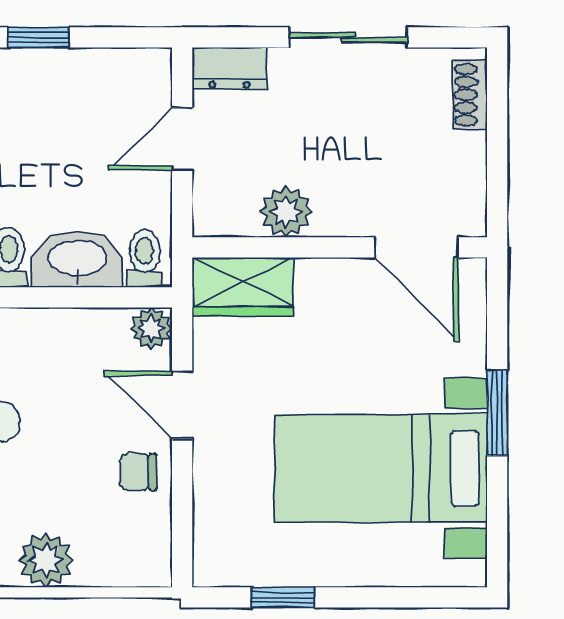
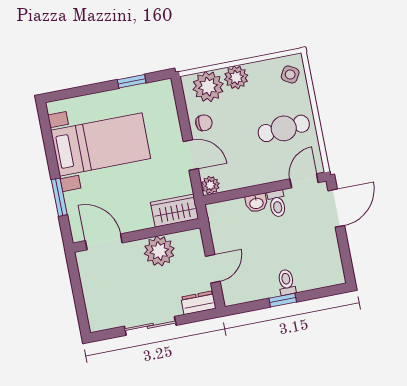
shoe rack: (470, 95) -> (93, 311), removed
plant: (286, 212) -> (159, 251), width x1.36, depth x1.36
washbasin: (77, 259) -> (256, 203), width x0.52, depth x0.69
toilet: (144, 259) -> (286, 282), moved, turned 180
window: (497, 413) -> (59, 197), moved
plant: (113, 552) -> (208, 87), added

